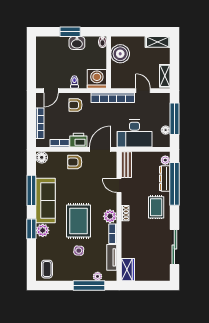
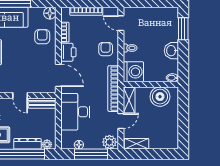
window: (70, 32) -> (183, 29), moved
shelving: (158, 42) -> (129, 100), moved
plant: (163, 101) -> (109, 142), added
armchair: (75, 162) -> (42, 37), moved
door: (119, 185) -> (20, 95), swing flipped

